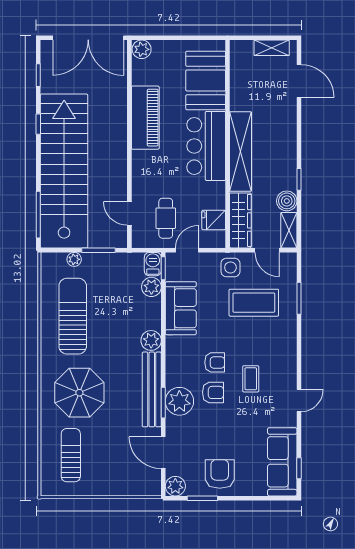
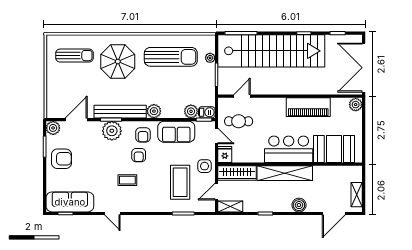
boiler: (287, 201) -> (299, 205), moved
fridge: (214, 220) -> (225, 154), moved
armchair: (213, 392) -> (143, 135), moved

